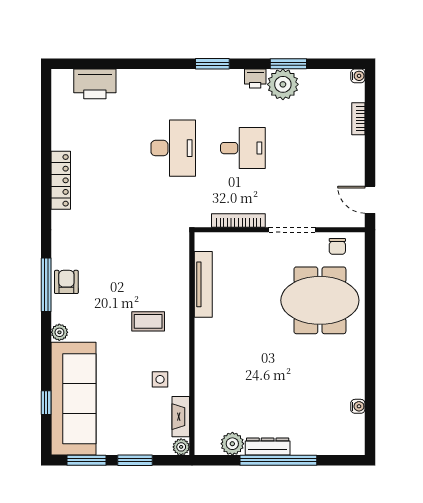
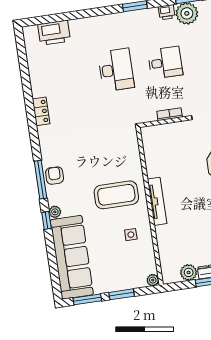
locker: (61, 180) -> (41, 111), width x0.66
bookcase: (238, 220) -> (170, 114), width x0.64
tv unit: (203, 284) -> (157, 201), moved
coffee table: (148, 321) -> (116, 195), width x1.86, depth x1.72
window: (46, 403) -> (47, 220), moved
fireplace: (181, 417) -> (149, 259), removed

